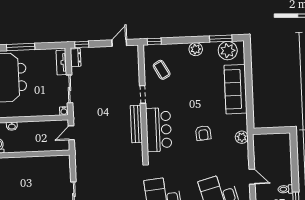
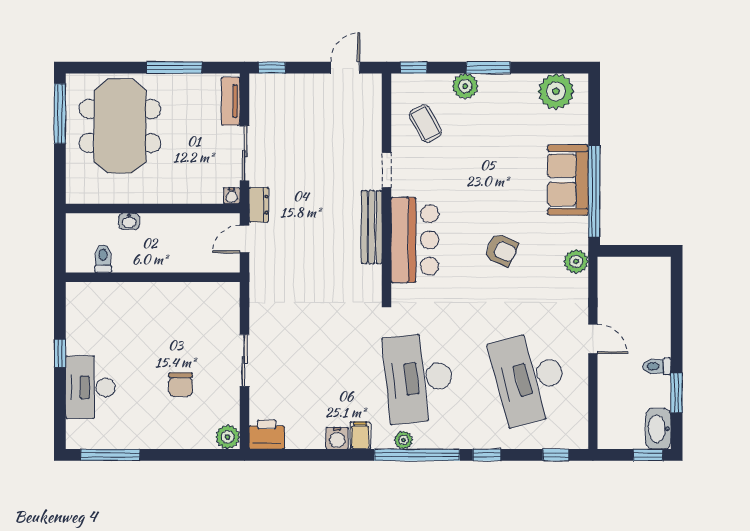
window: (221, 39) -> (488, 68), moved
window: (21, 47) -> (174, 68), moved
plant: (196, 49) -> (465, 86), moved
dresser: (76, 58) -> (259, 205), moved
sofa: (236, 89) -> (568, 180), width x0.73
window: (249, 101) -> (594, 191), added
armchair: (203, 133) -> (501, 250), turned -61

